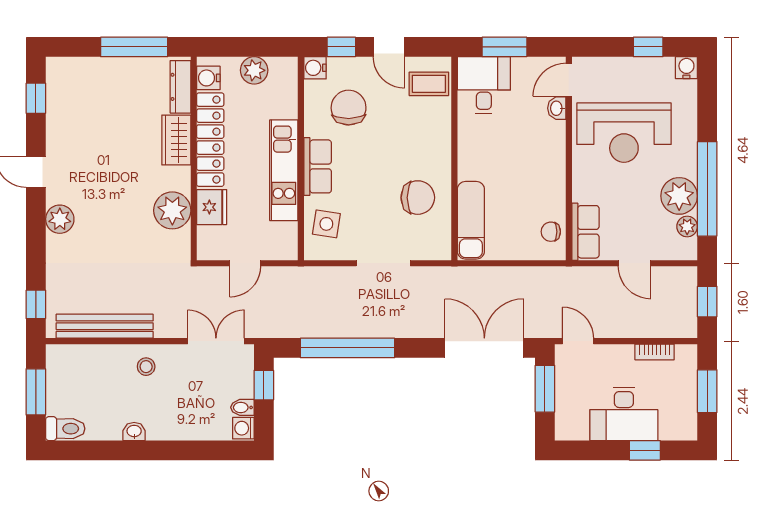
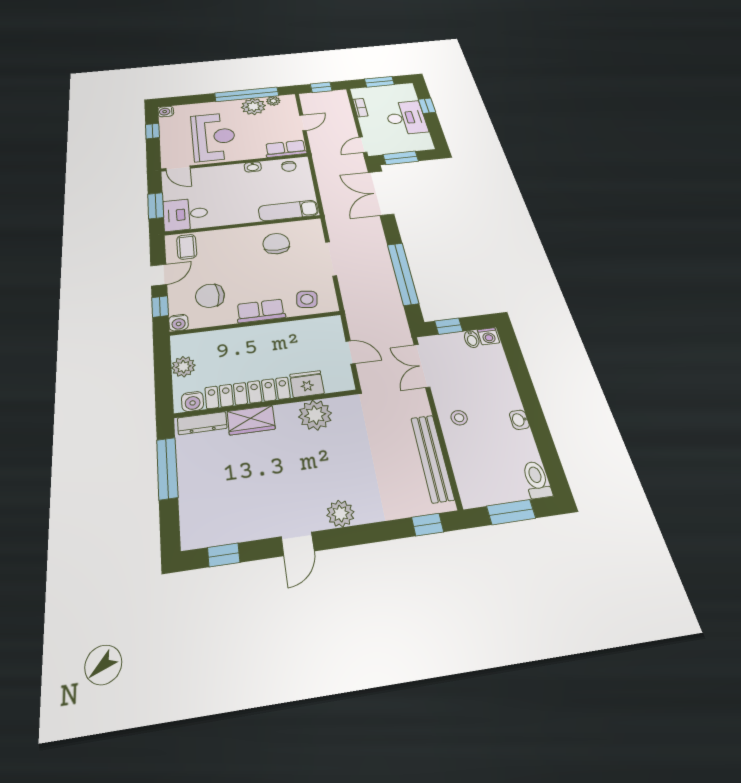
washbasin: (557, 108) -> (253, 167), moved
kitchen unit: (284, 170) -> (267, 334), removed

